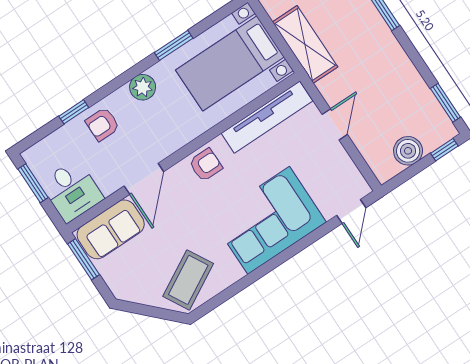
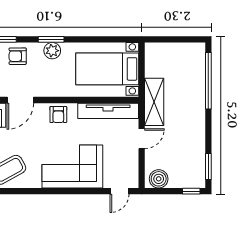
shelving: (305, 44) -> (154, 102), moved
window: (174, 45) -> (51, 39), moved
boiler: (408, 151) -> (159, 179), moved
armchair: (206, 165) -> (58, 115), turned 90

